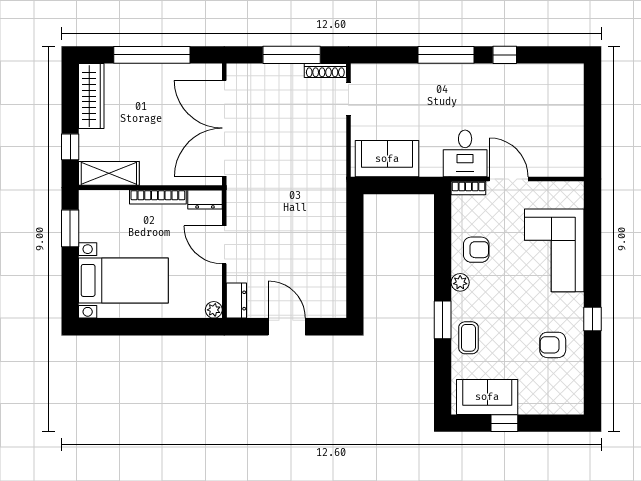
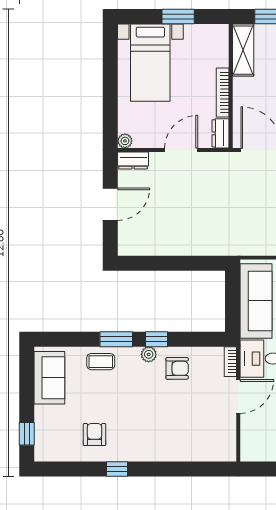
sofa: (387, 159) -> (256, 301), width x1.36
window: (70, 228) -> (178, 17), moved
armchair: (476, 250) -> (177, 368), turned -90
corner sofa: (554, 250) -> (176, 436), removed
window: (443, 273) -> (157, 339), added
window: (504, 423) -> (27, 434), moved

